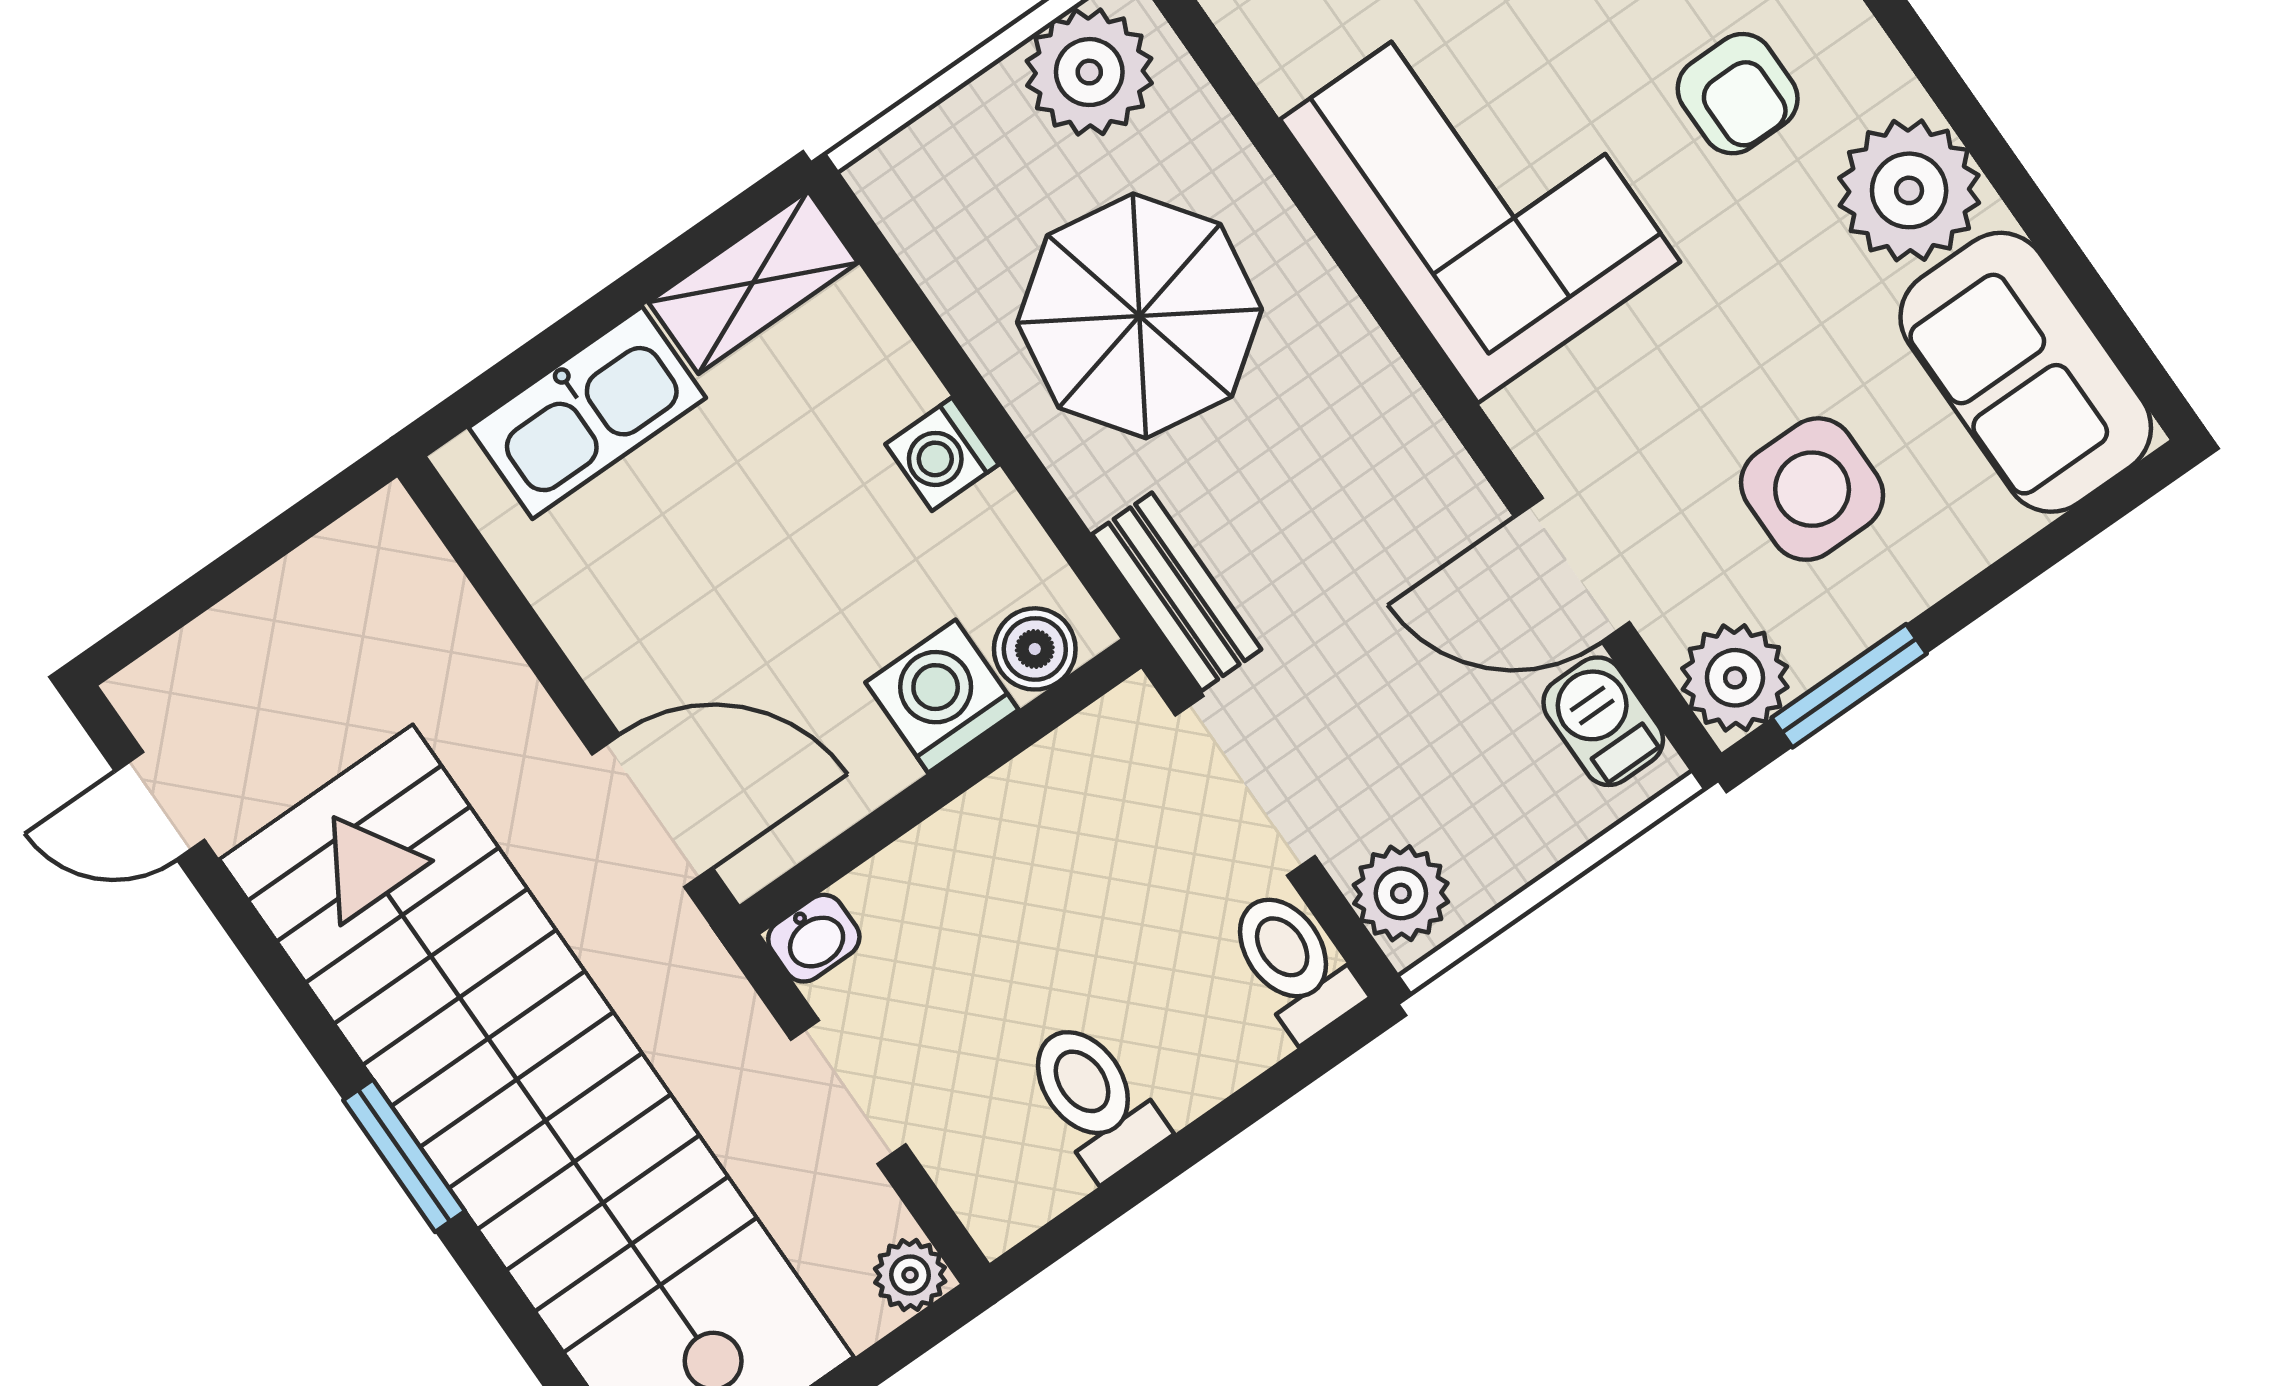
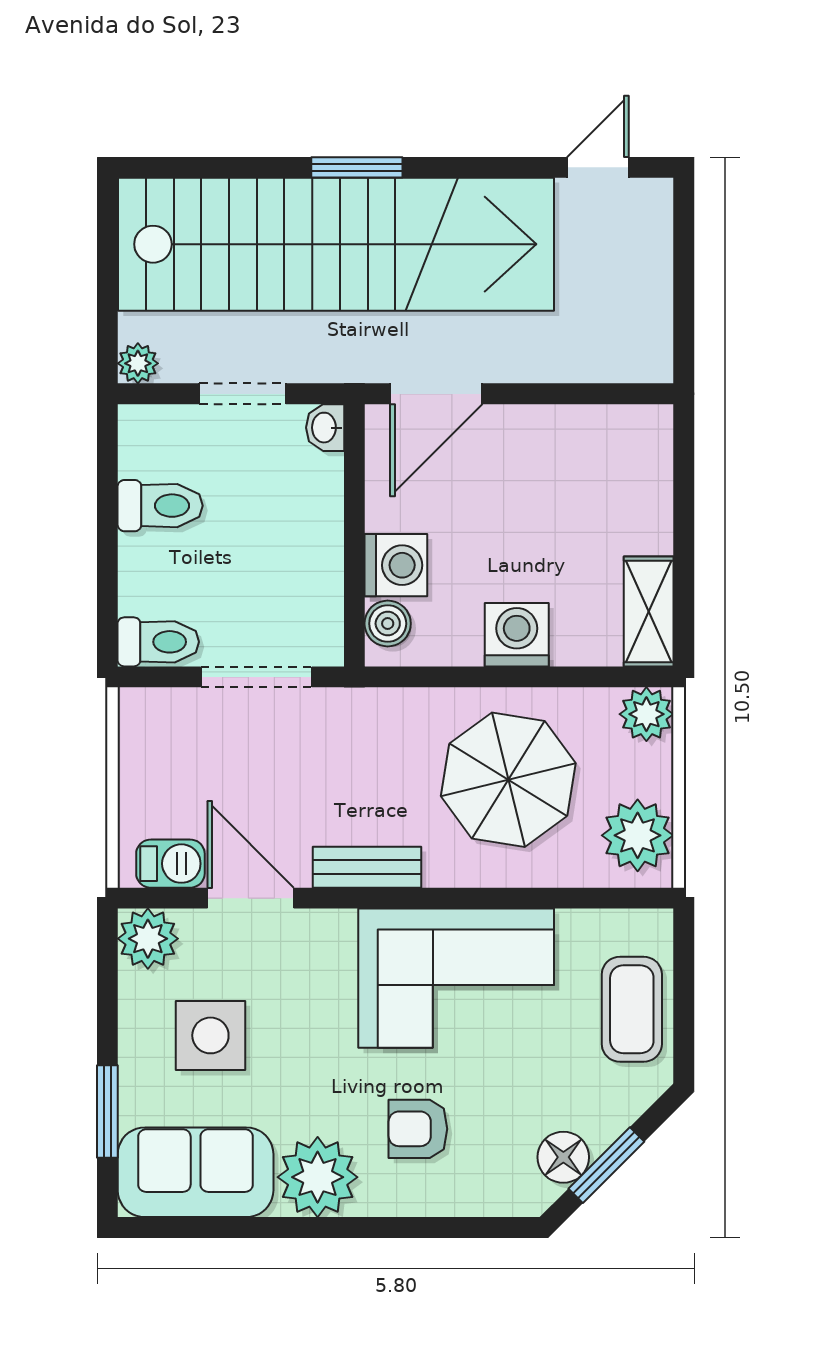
kitchen sink: (587, 413) -> (642, 492), removed
washing machine: (942, 454) -> (517, 635), width x1.38, depth x1.38
door: (1572, 570) -> (251, 898), hinge flipped
bench: (1177, 592) -> (367, 867), moved
window: (1849, 686) -> (107, 1112), moved
plant: (1401, 893) -> (646, 714), moved

